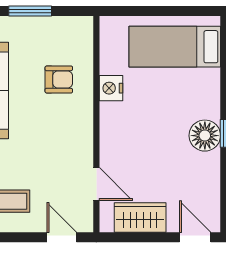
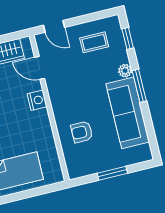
nightstand: (111, 88) -> (37, 100), moved

